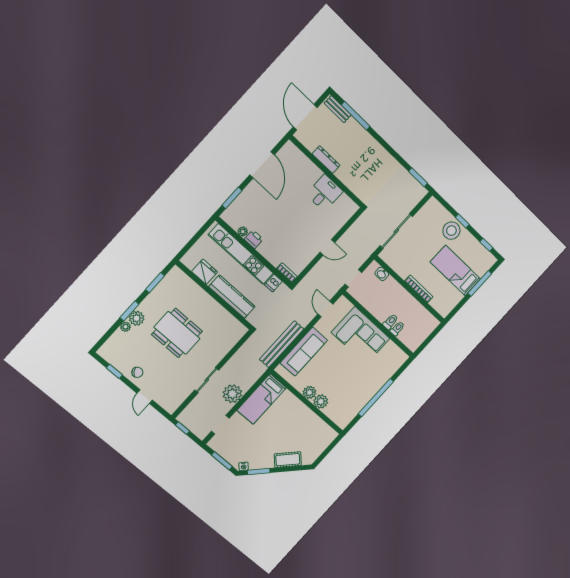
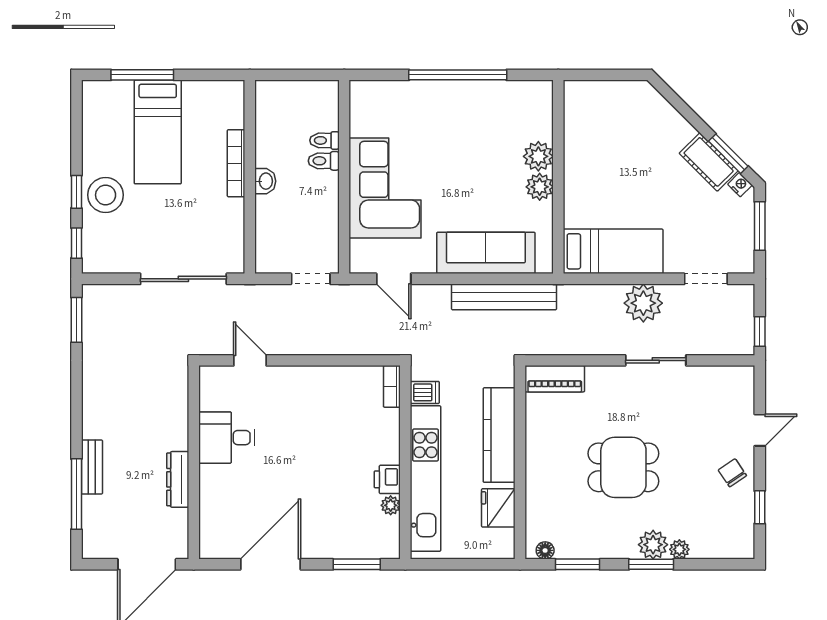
bench: (338, 109) -> (92, 467), moved
window: (486, 245) -> (76, 243), moved
door: (327, 247) -> (250, 360), moved
washbasin: (382, 274) -> (265, 181), moved
floor lamp: (172, 275) -> (545, 550), added
door: (325, 309) -> (394, 279), hinge flipped
dining table: (177, 333) -> (623, 467), width x0.73
piano: (234, 336) -> (555, 379), added
cot: (288, 460) -> (709, 162), moved

